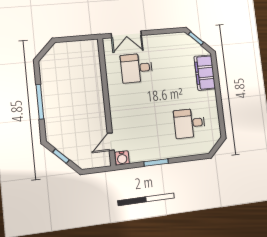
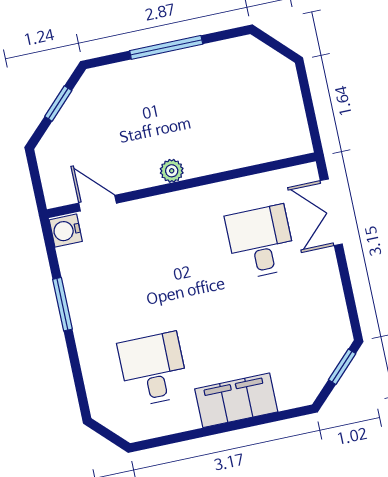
filing cabinet: (205, 73) -> (236, 400), moved
plant: (99, 105) -> (172, 171), added

